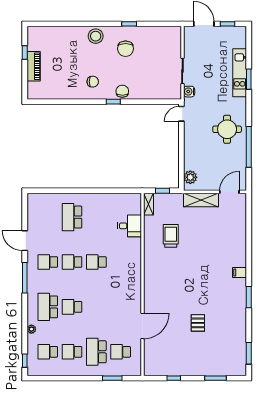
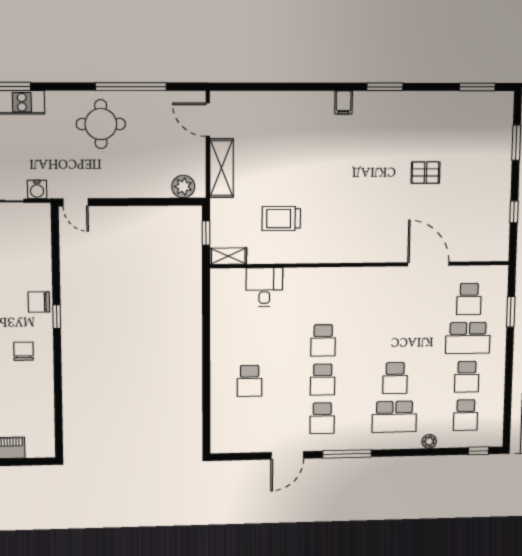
school desk: (72, 217) -> (250, 381), width x0.54

